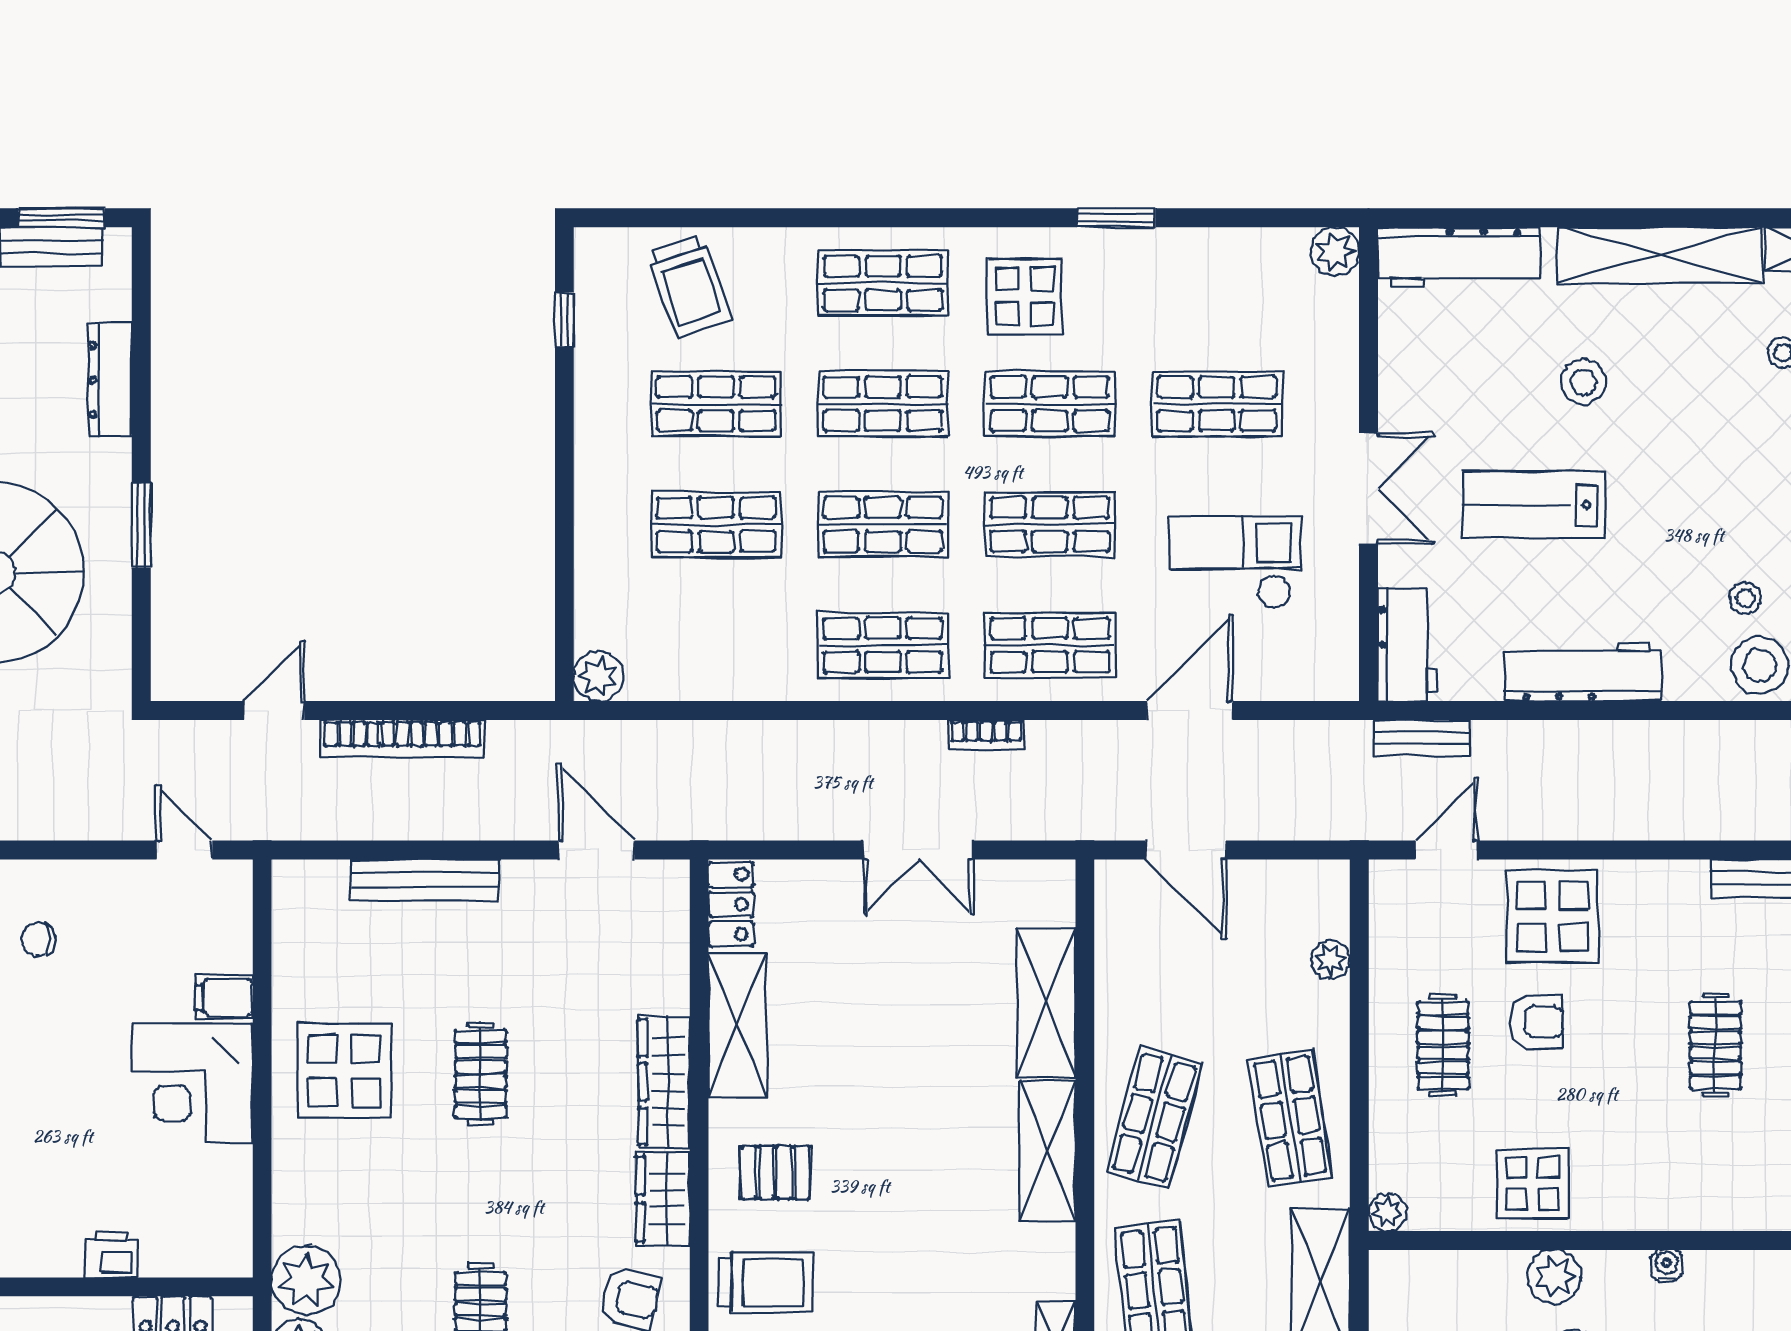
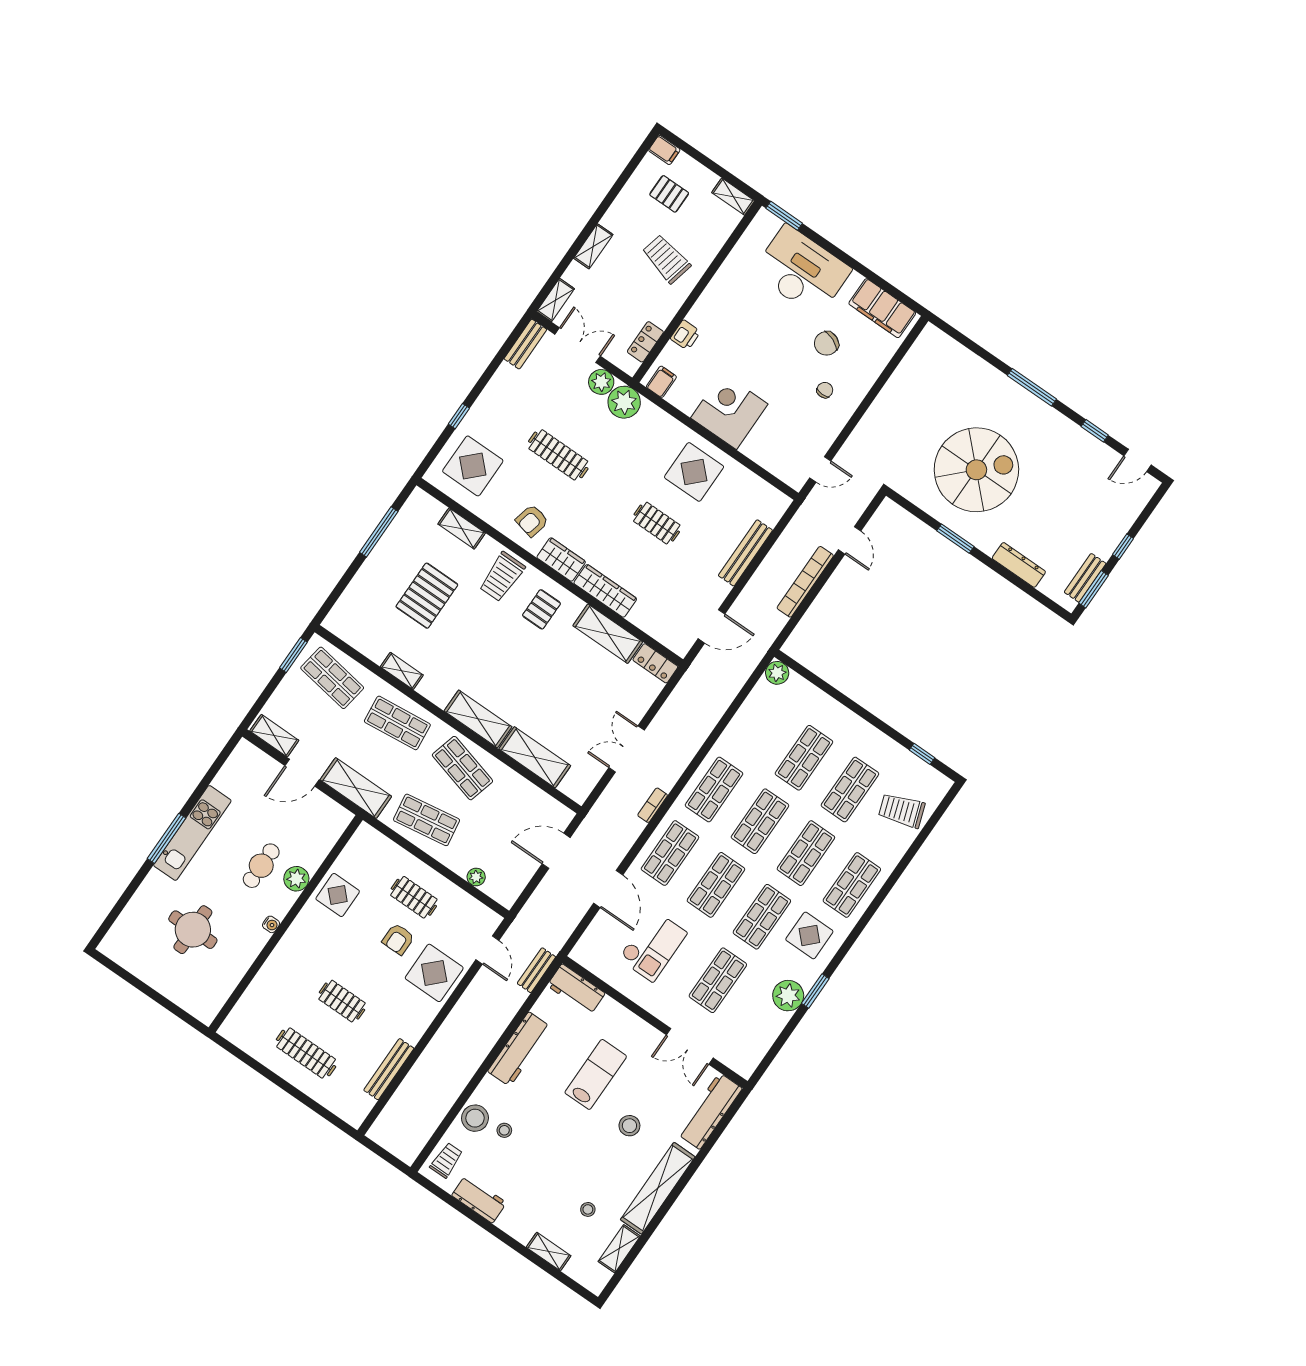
plant: (1335, 251) -> (788, 996), moved, width x1.36, depth x1.36
double door: (1369, 488) -> (690, 1046), moved
filing cabinet: (224, 998) -> (661, 382), moved
plant: (1387, 1212) -> (365, 832), removed

